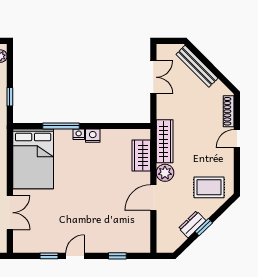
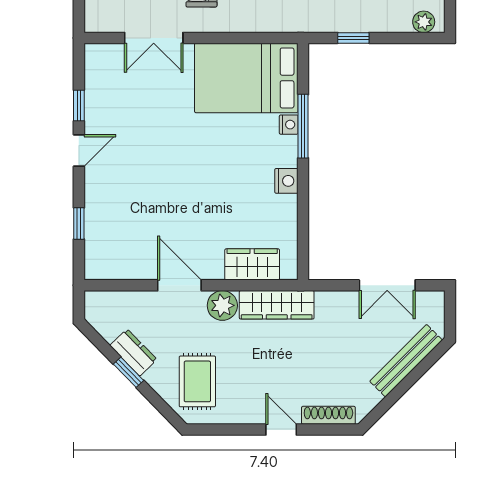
nightstand: (79, 134) -> (289, 125), moved
door: (75, 256) -> (79, 151), hinge flipped

